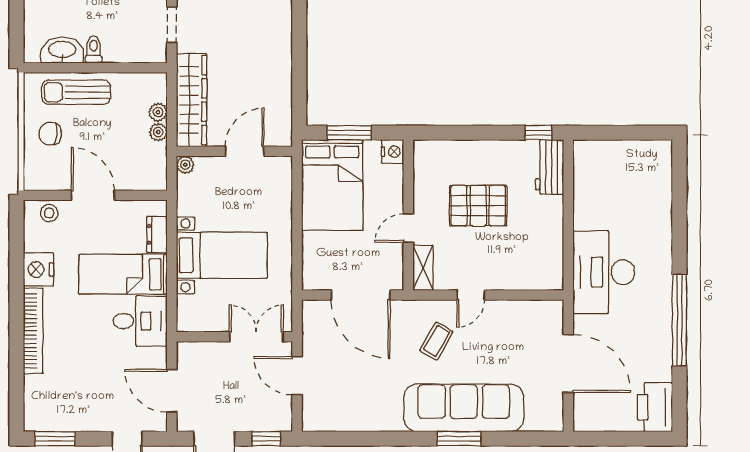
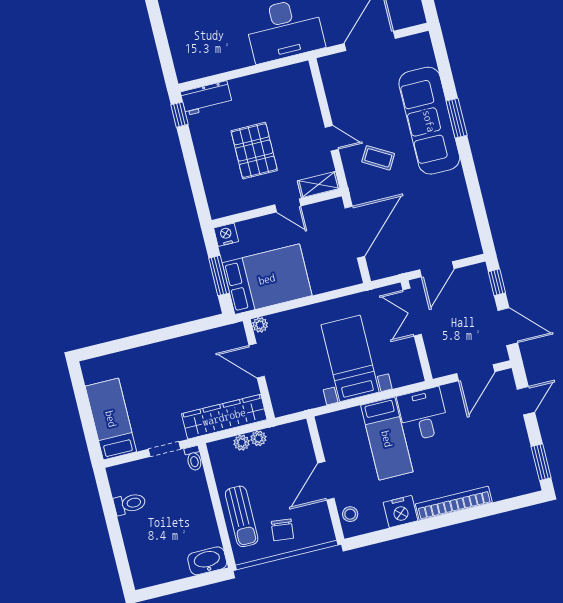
washbasin: (62, 50) -> (207, 561), moved, turned 90
toilet: (94, 50) -> (194, 458), moved, turned -90
plant: (185, 165) -> (260, 325), moved
dresser: (157, 234) -> (346, 418), removed

